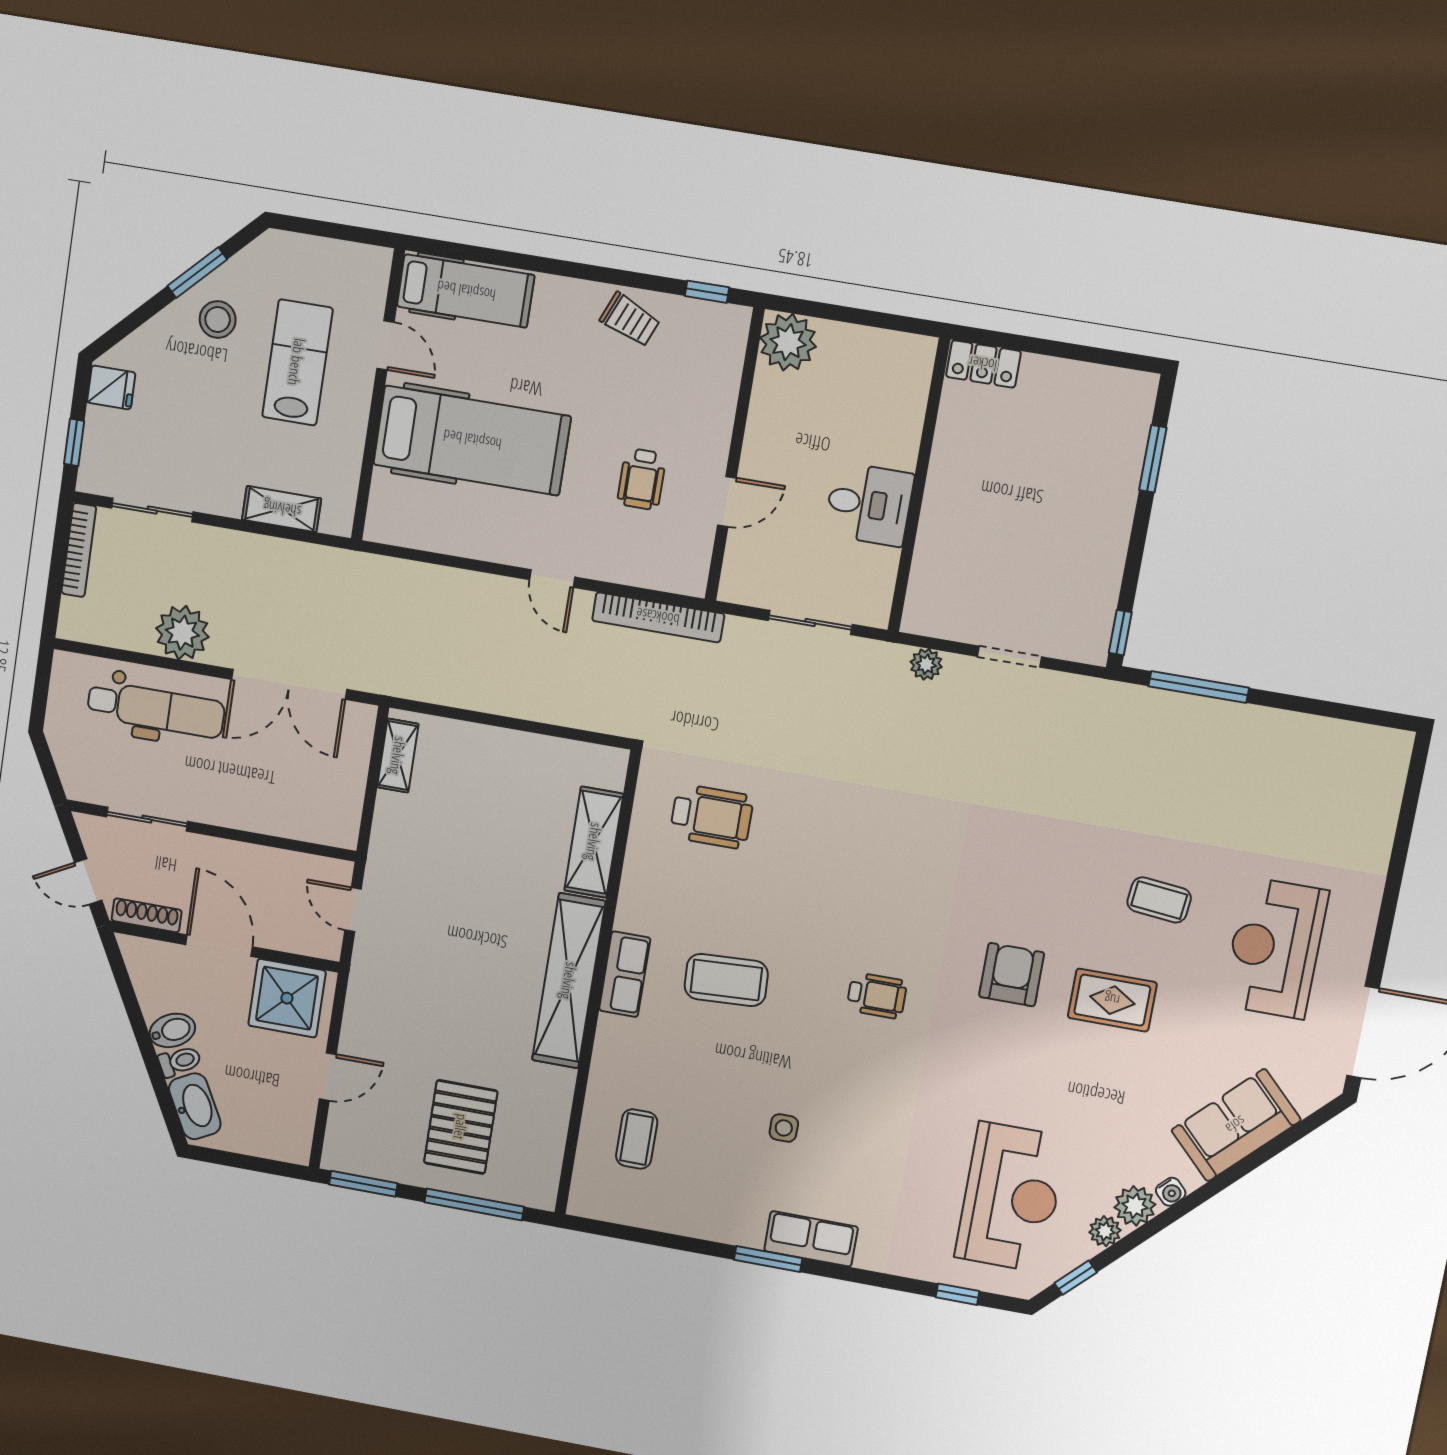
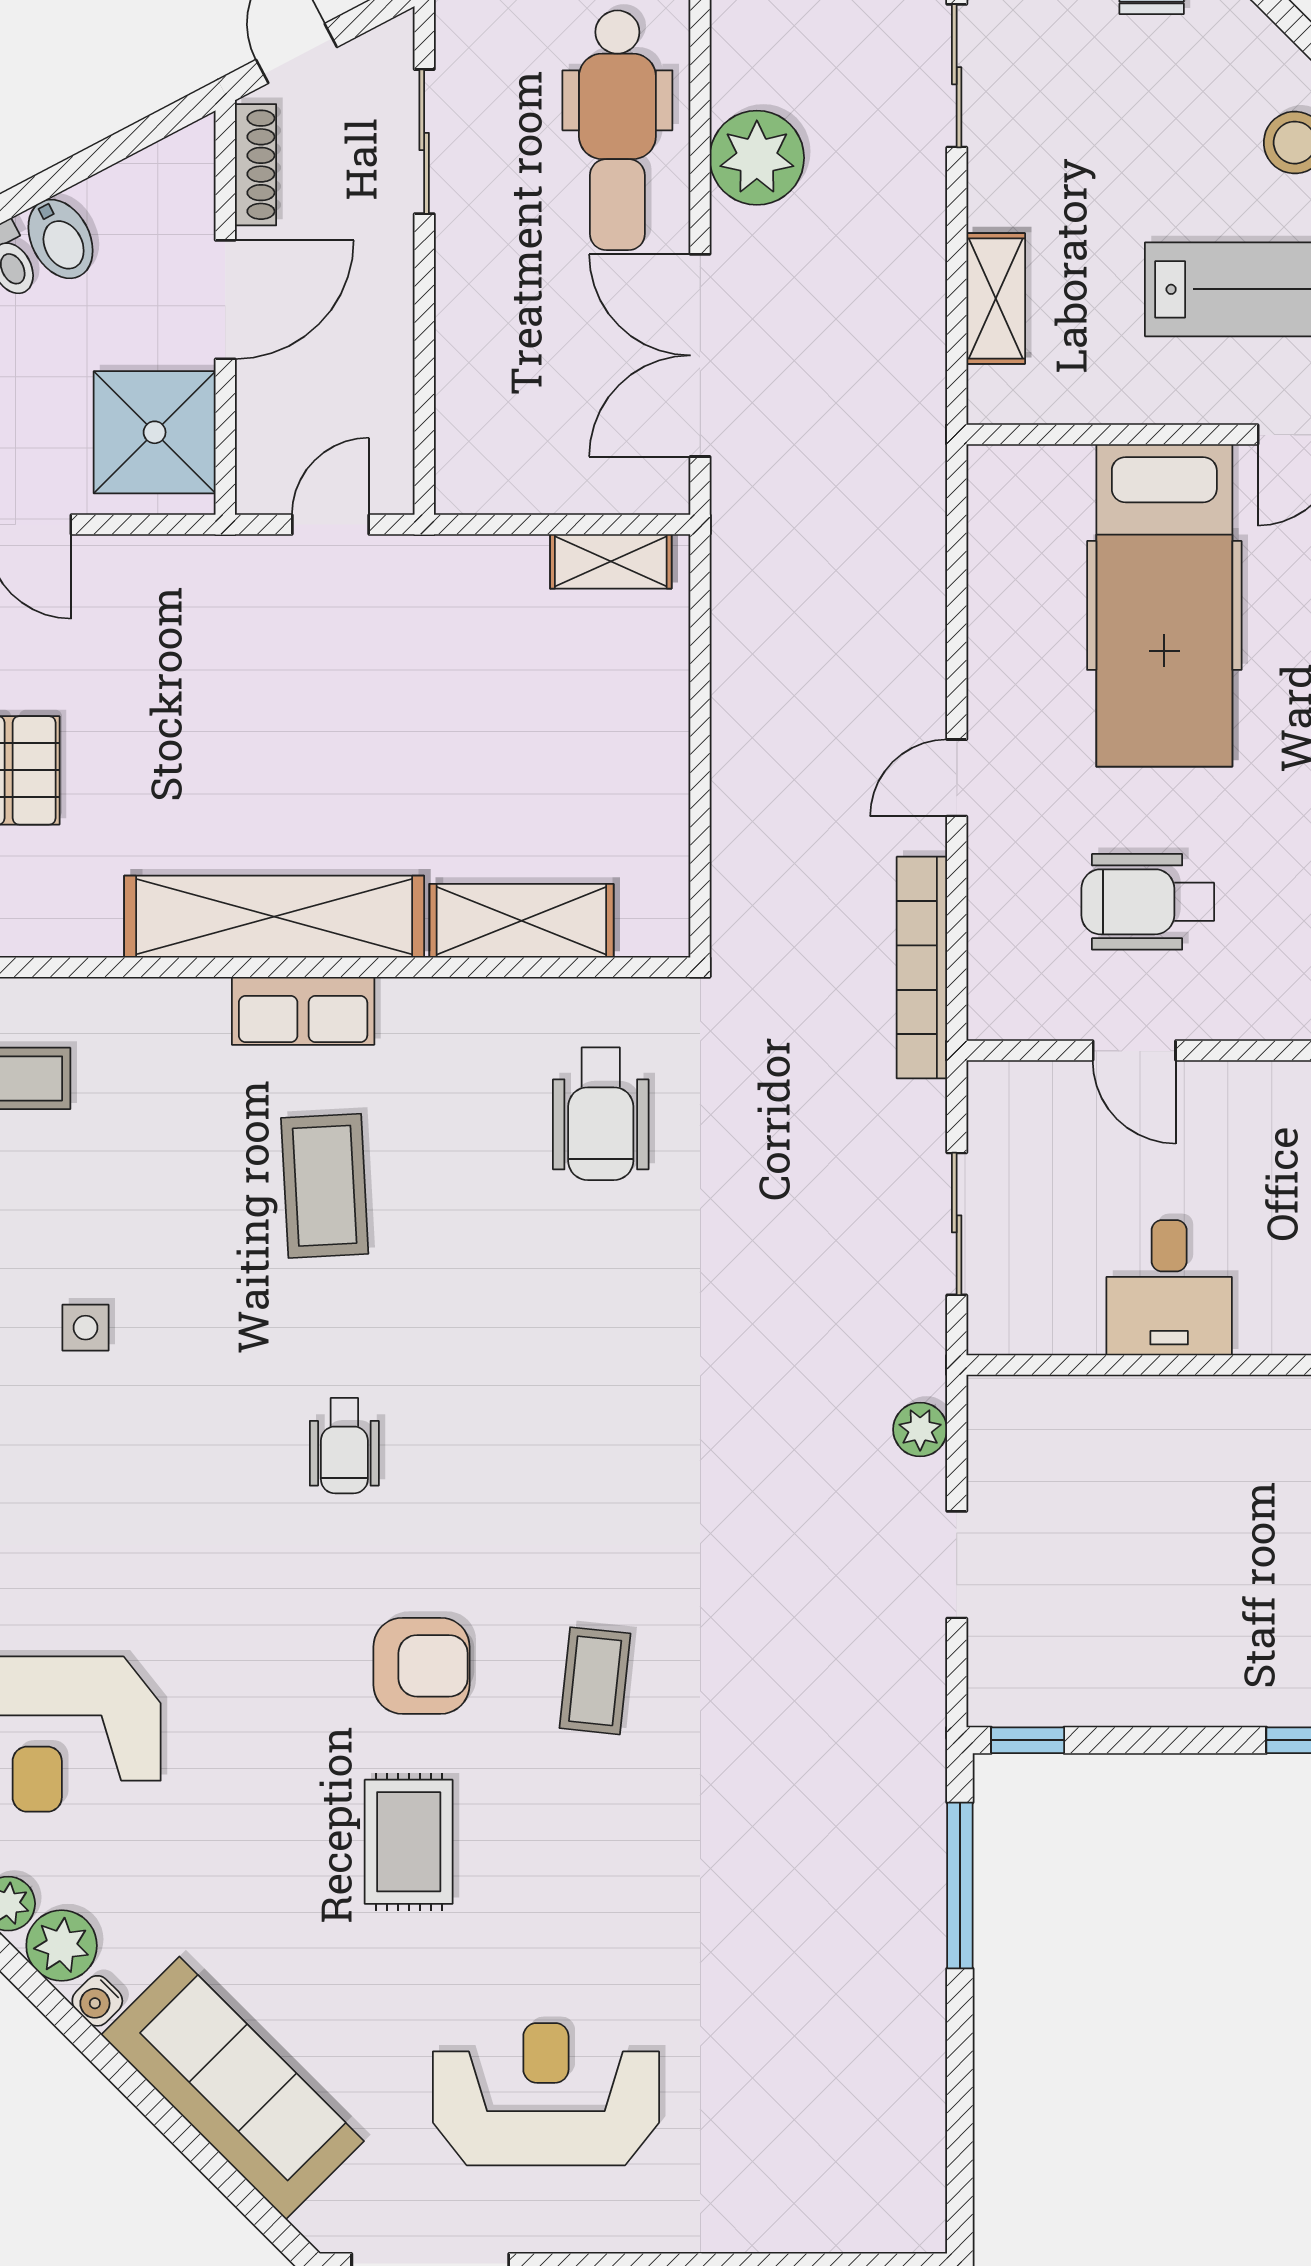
wheelchair: (642, 479) -> (1148, 902), width x1.36, depth x1.37
coffee table: (1159, 900) -> (595, 1681), moved
sofa: (1236, 1125) -> (233, 2088), width x1.36

